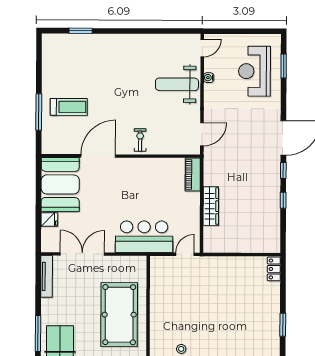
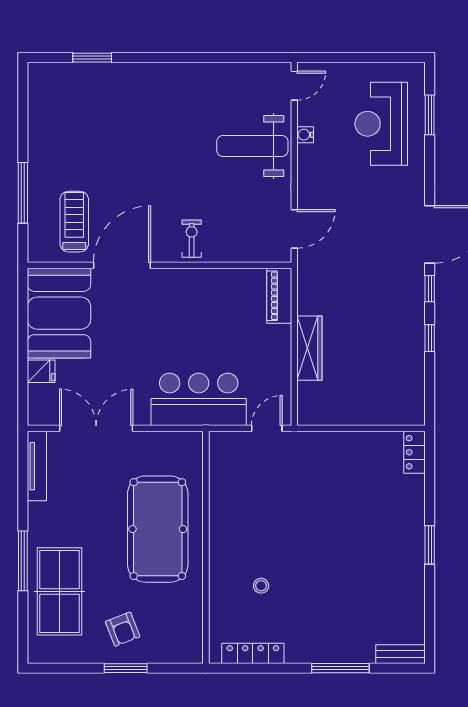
treadmill: (69, 107) -> (74, 222), moved, turned -90

